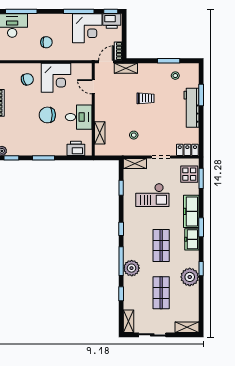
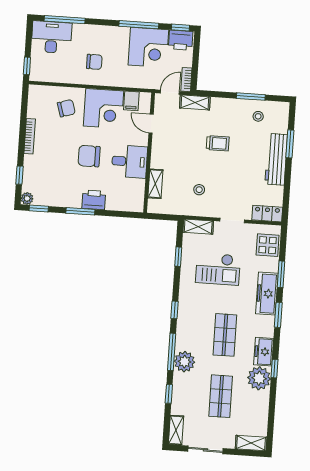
filing cabinet: (77, 70) -> (131, 101), added
printer: (76, 148) -> (94, 200), moved
window: (201, 178) -> (281, 274), moved
freezer: (192, 239) -> (264, 352), moved

